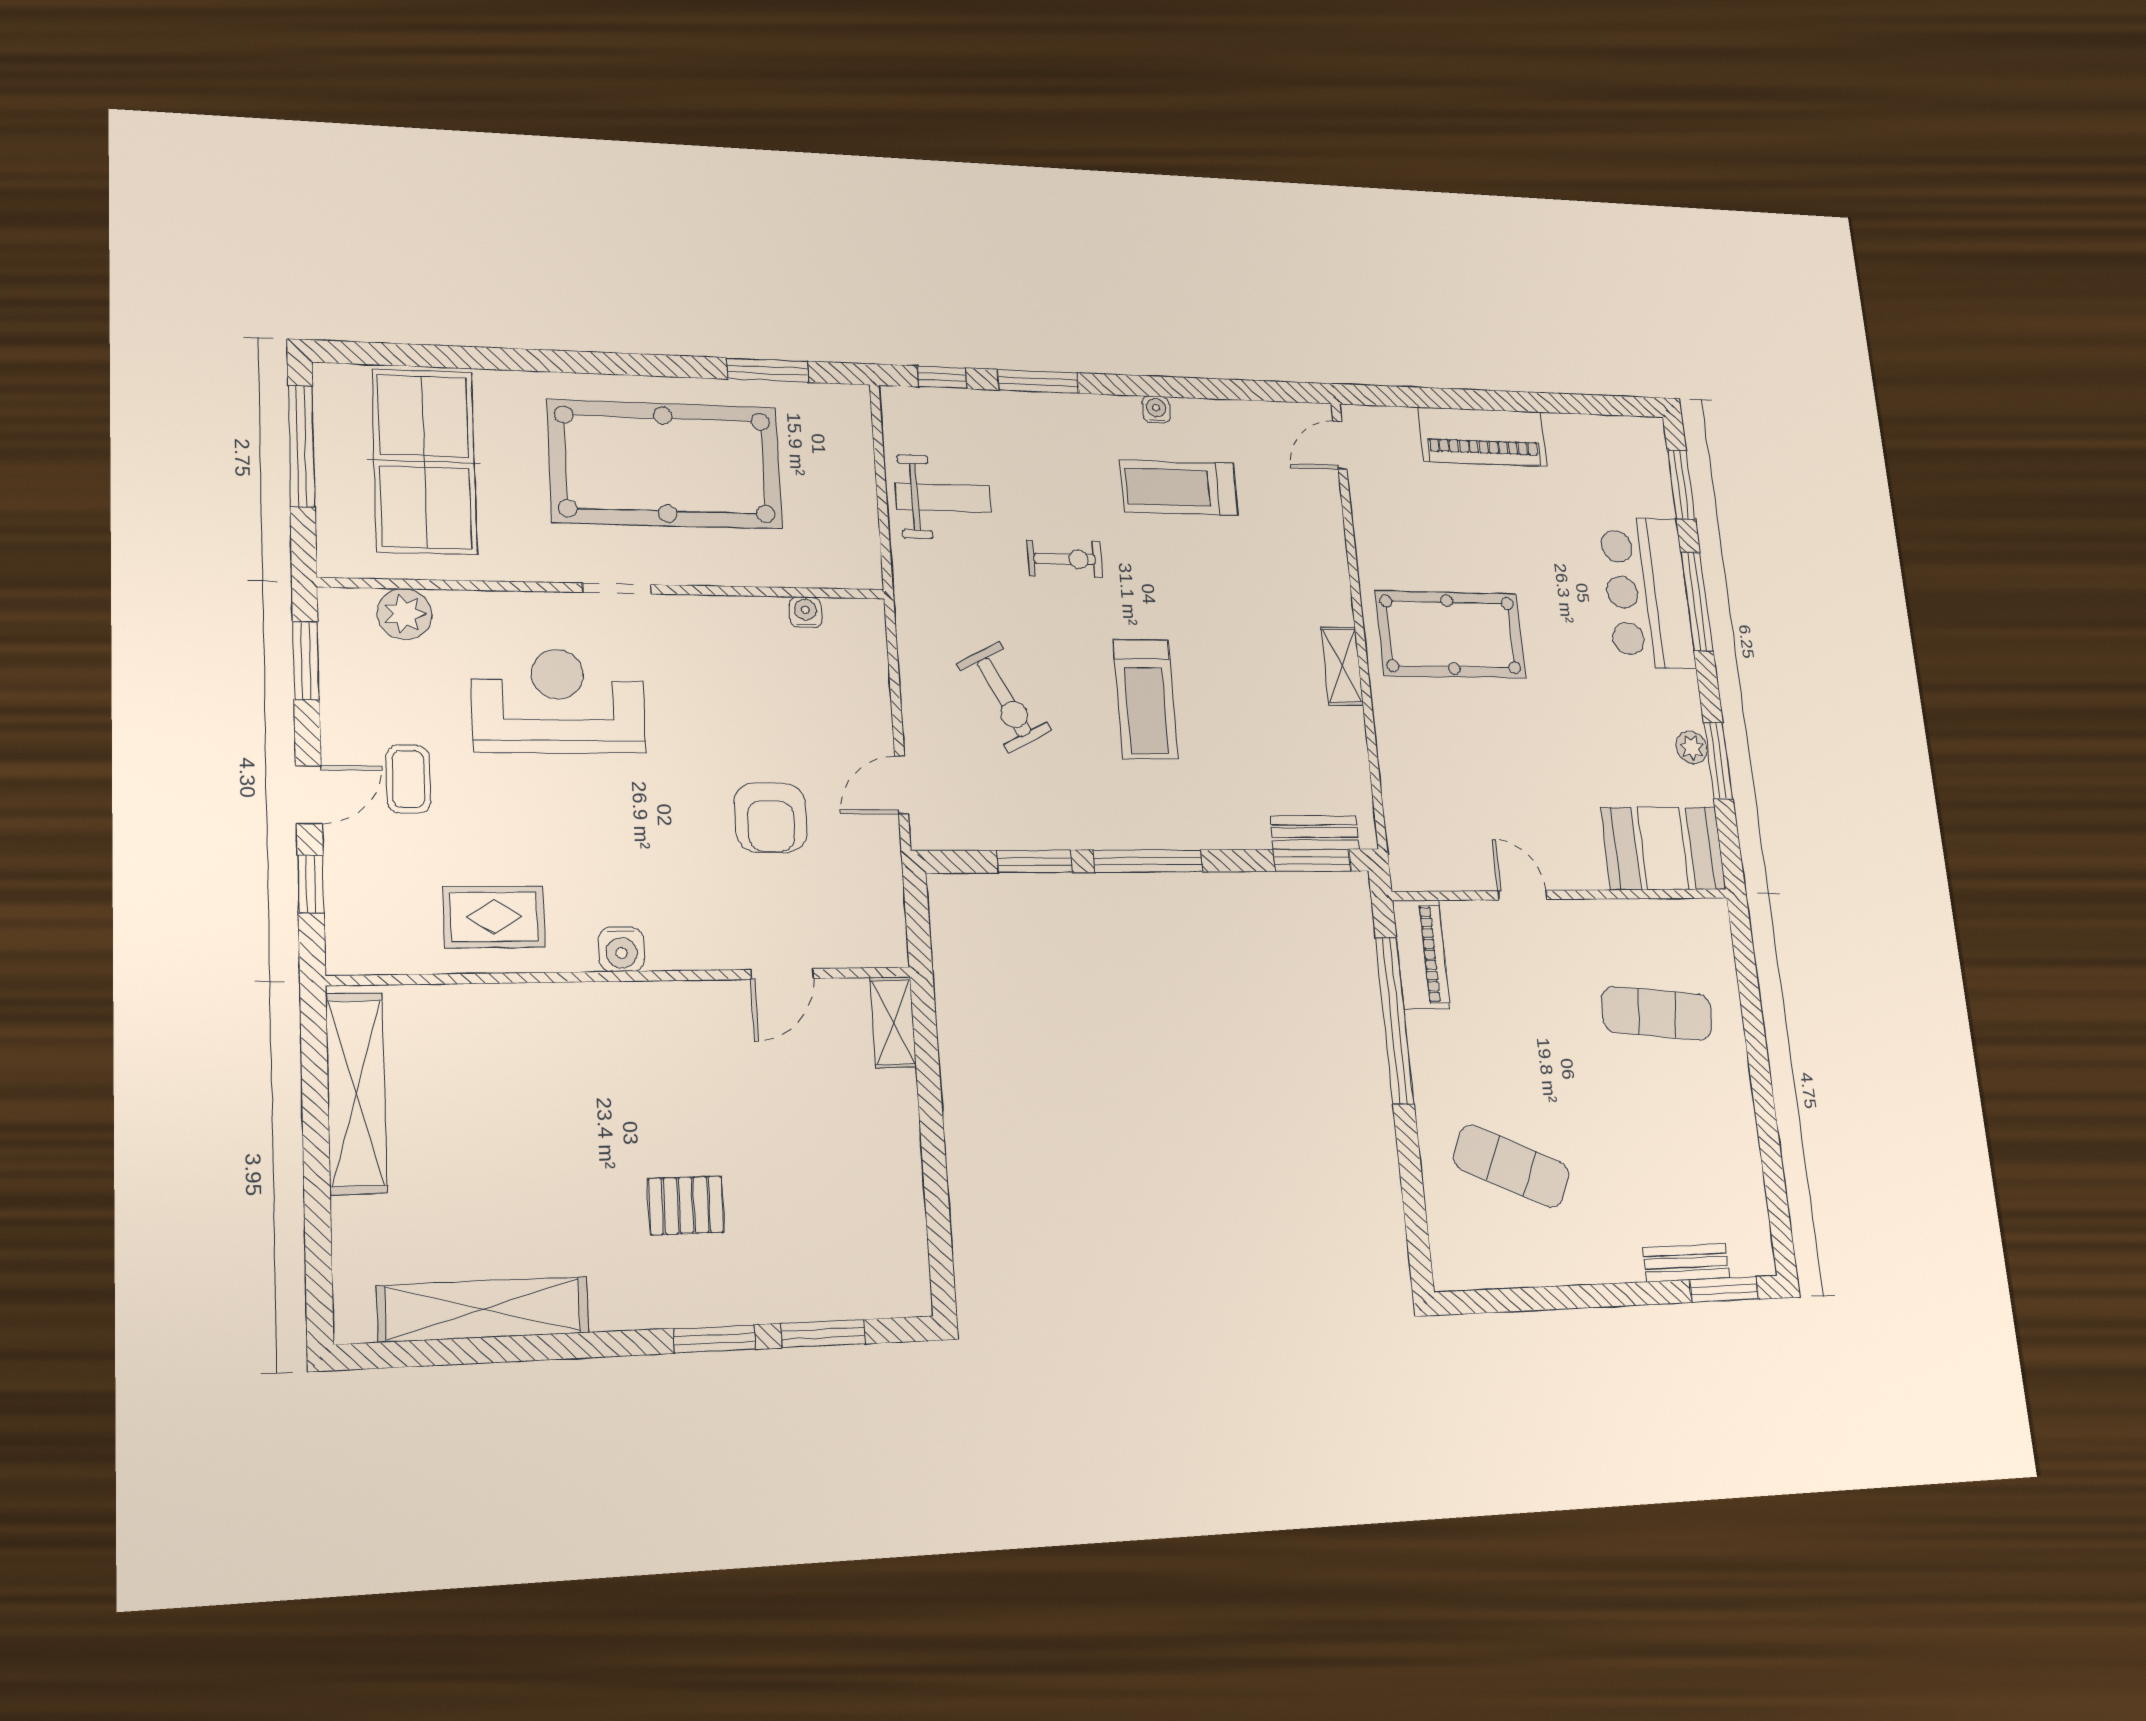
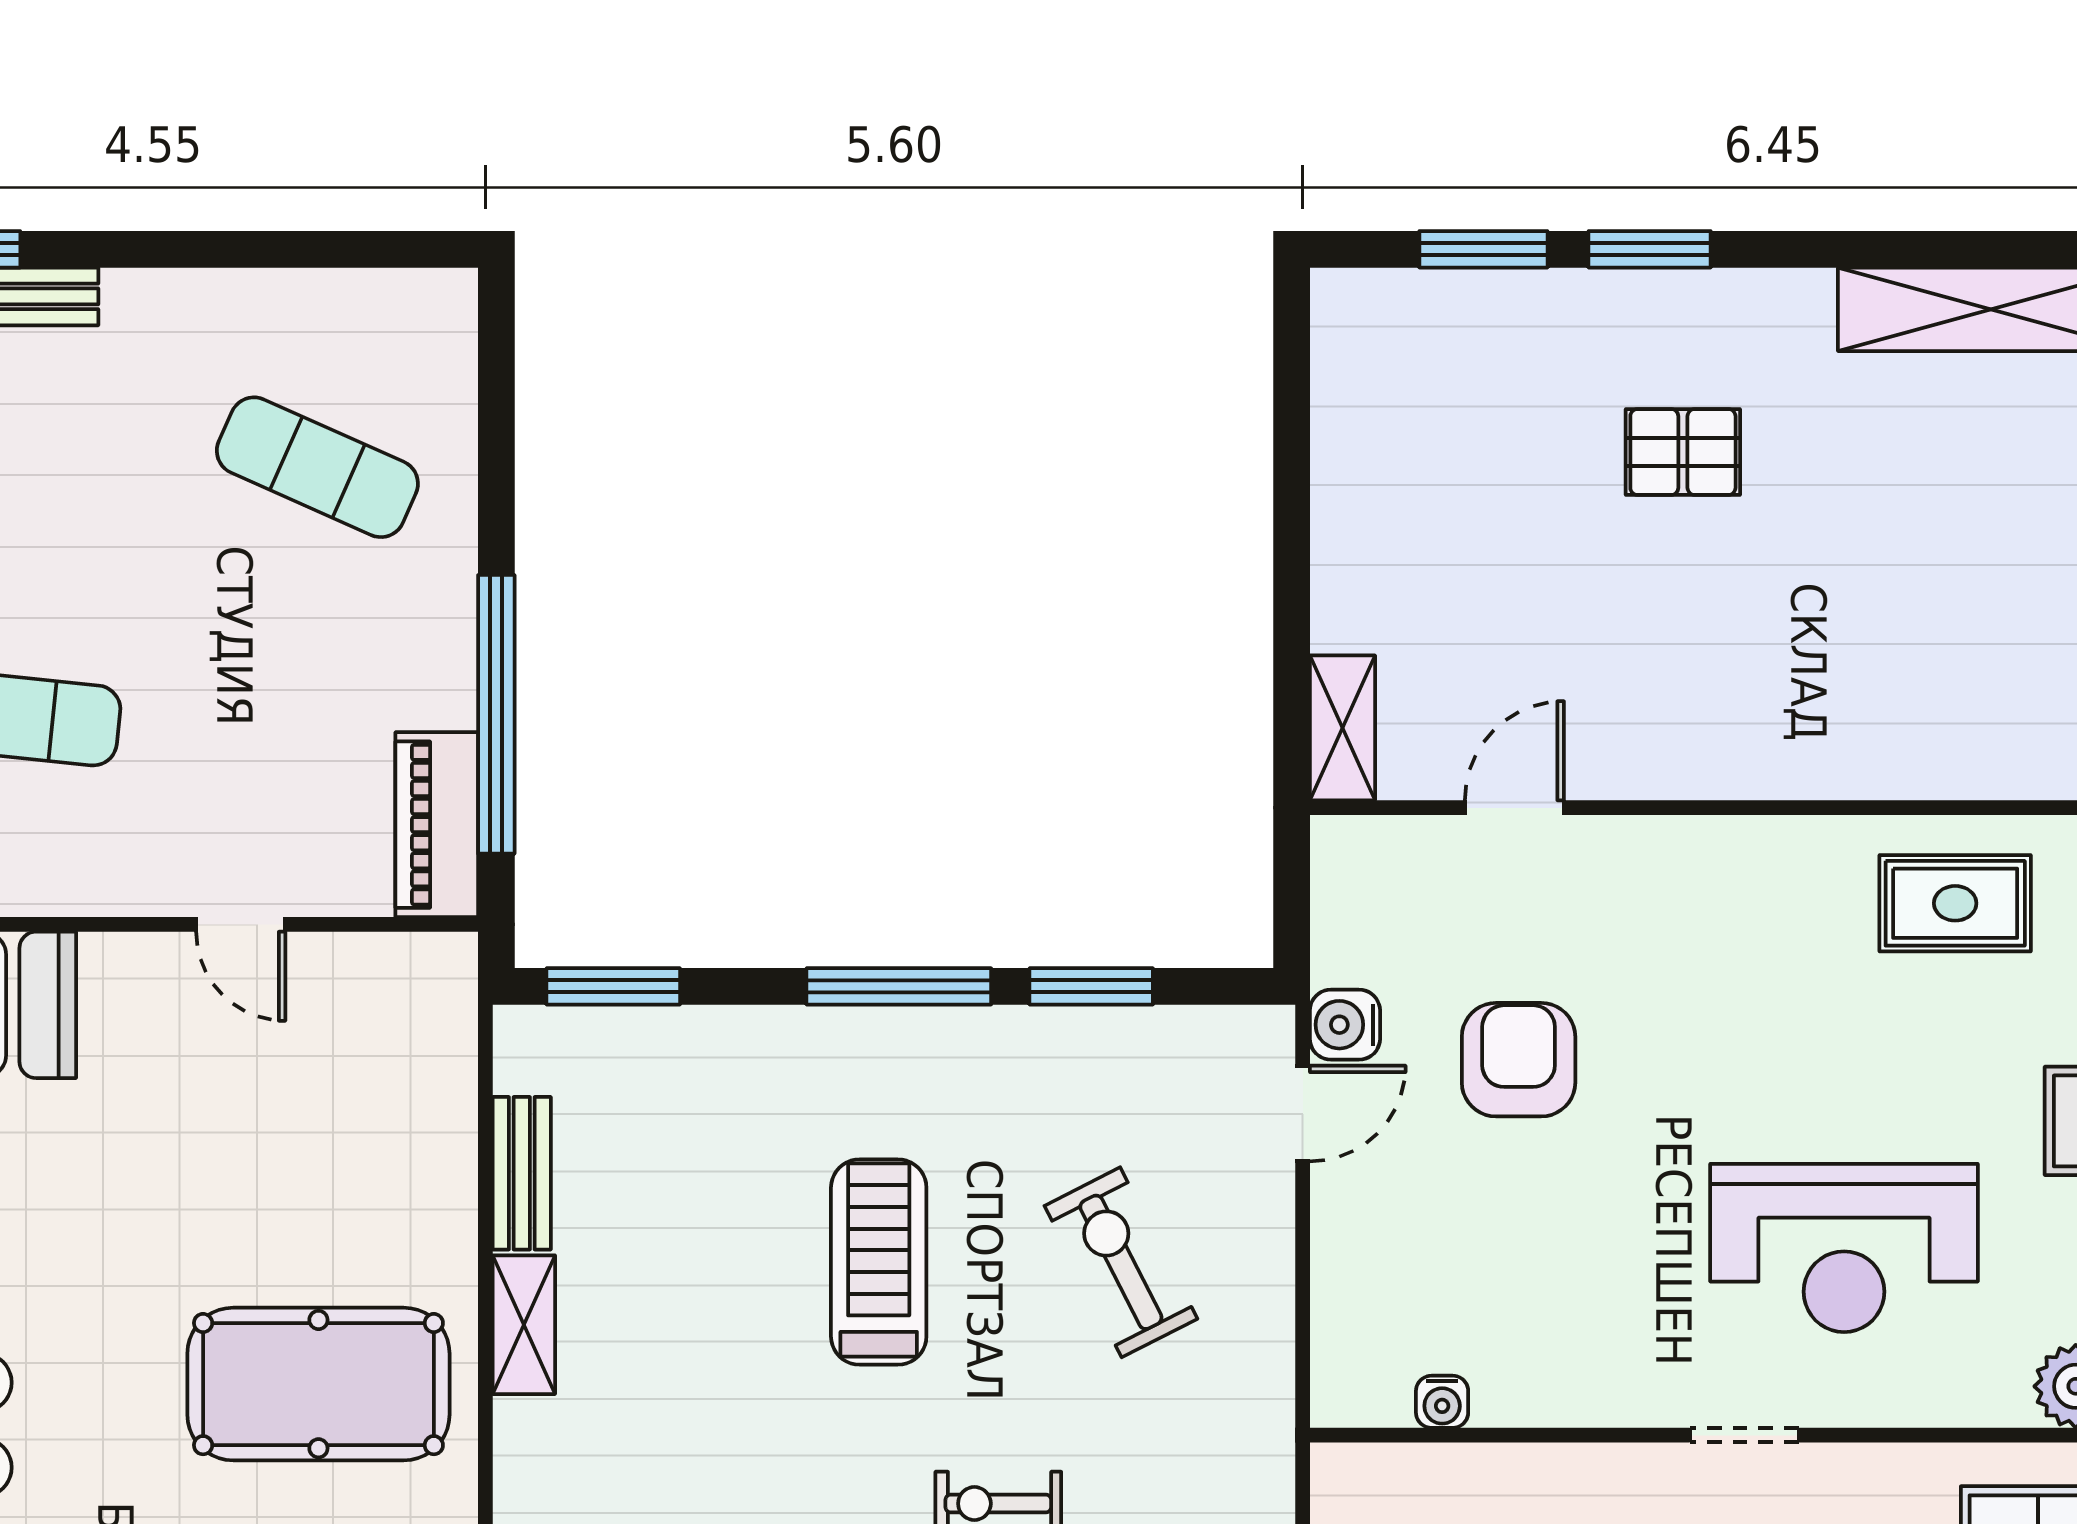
bench: (1315, 833) -> (522, 1173), moved, turned 90
water cooler: (621, 949) -> (1345, 1025), moved, turned -90

